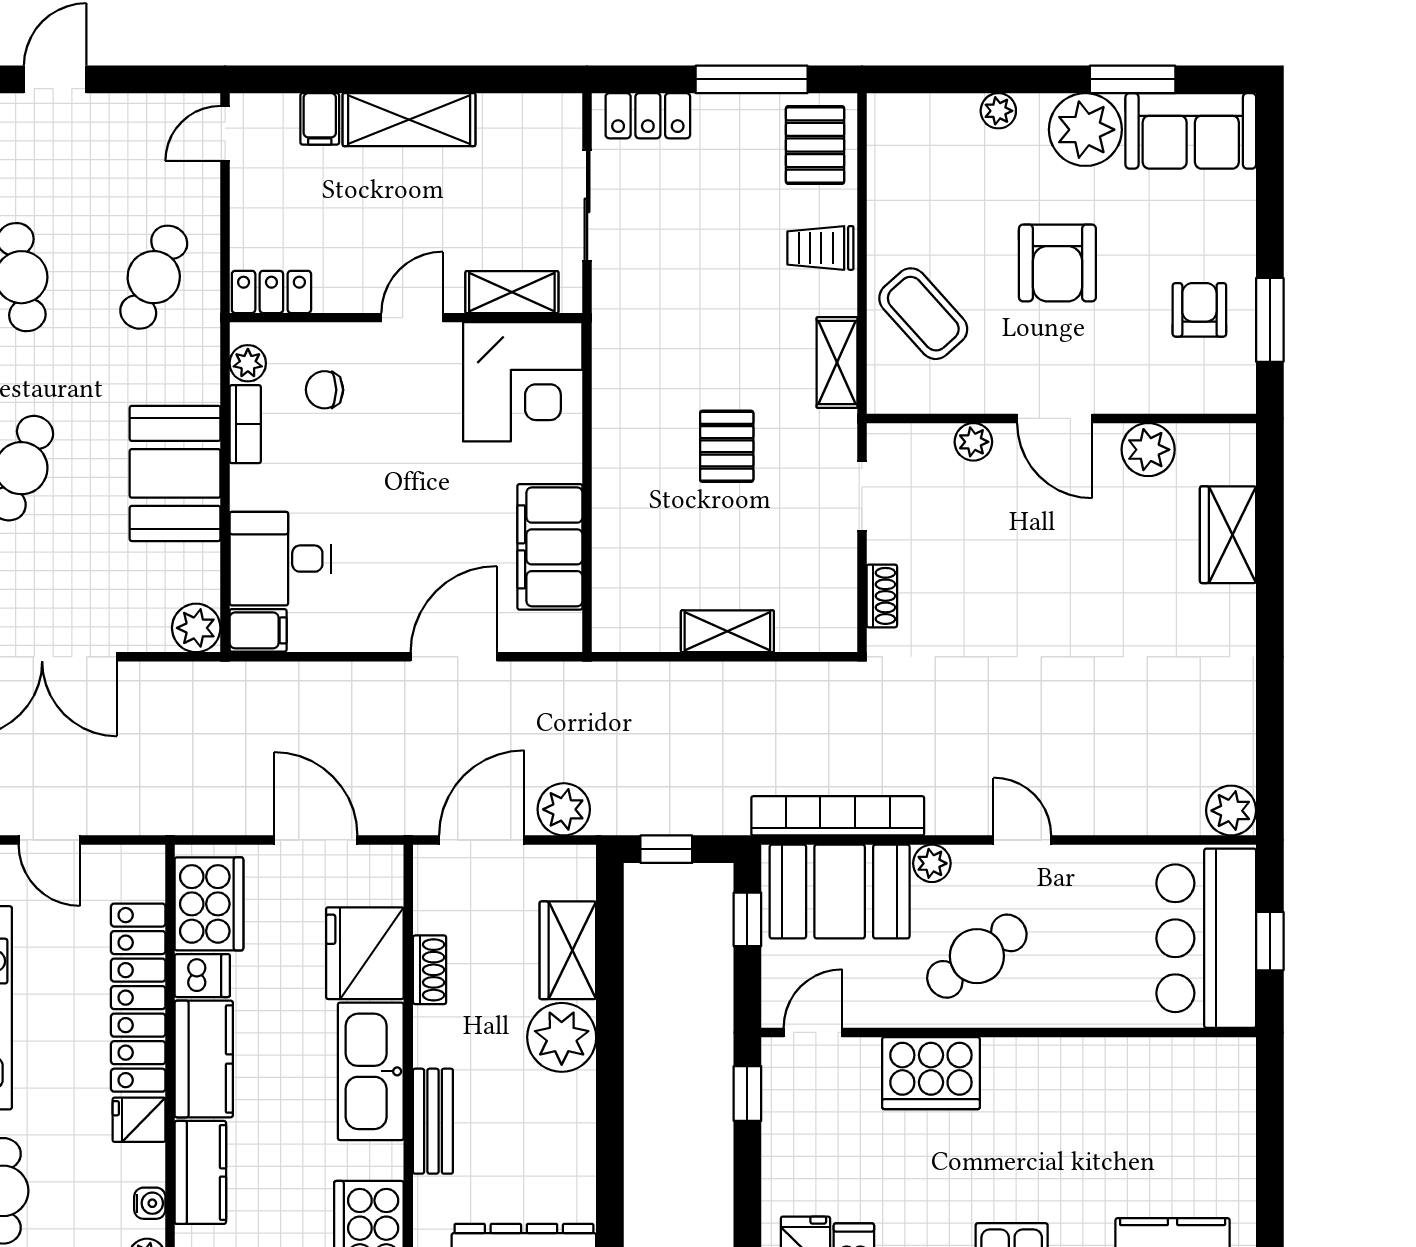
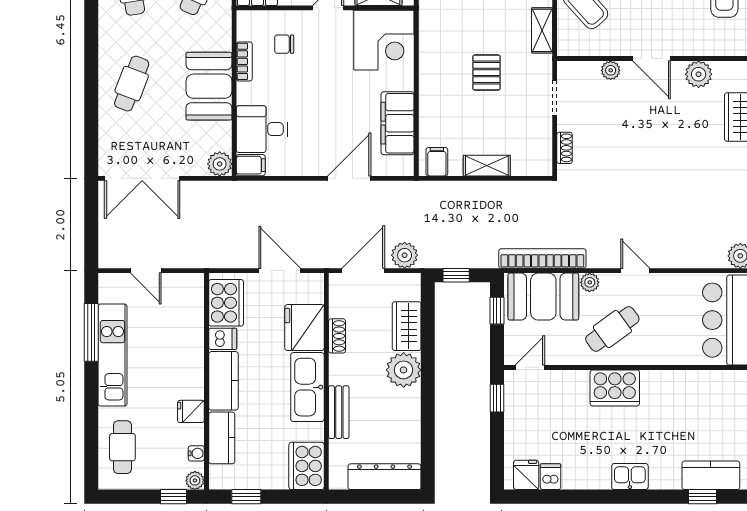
plant: (248, 363) -> (246, 31), removed
filing cabinet: (628, 624) -> (437, 162), added
locker: (138, 998) -> (190, 350), removed
cooker: (931, 1073) -> (615, 388), moved

